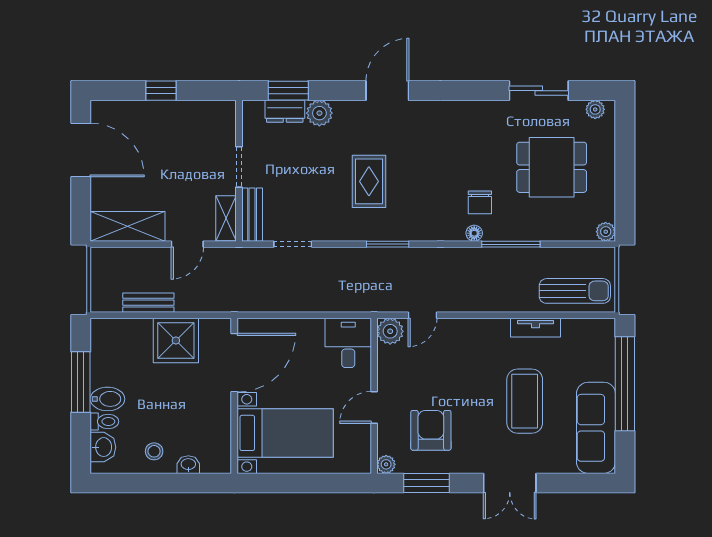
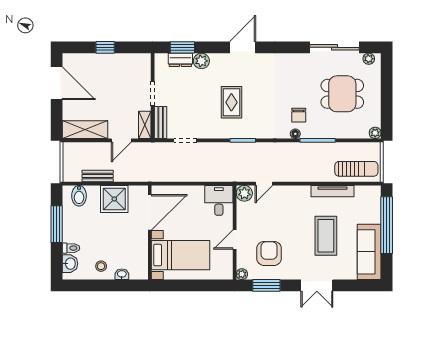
sliding door: (539, 91) -> (334, 47), width x1.37
tv unit: (535, 328) -> (333, 191), width x1.41
bidet: (107, 399) -> (79, 196), moved, turned 90

